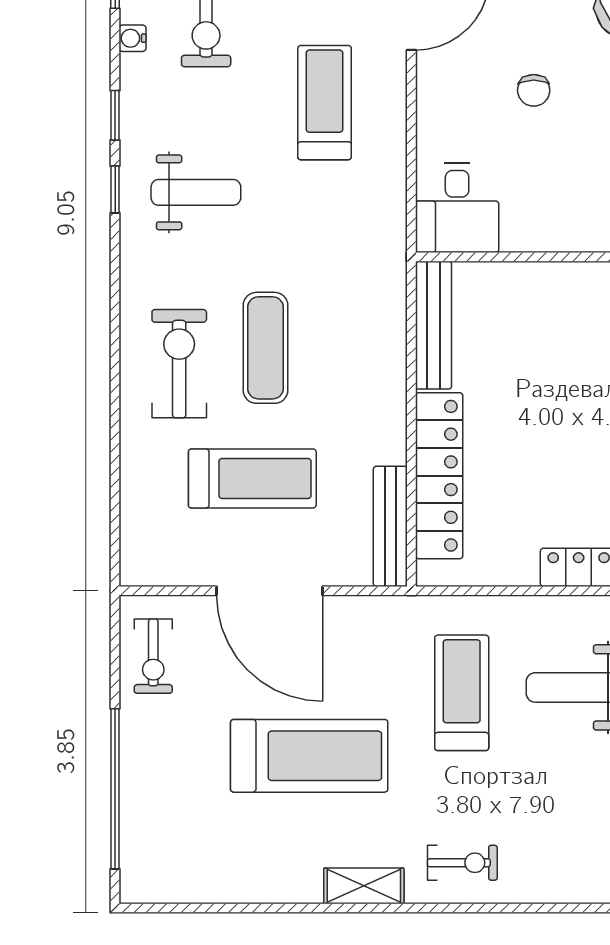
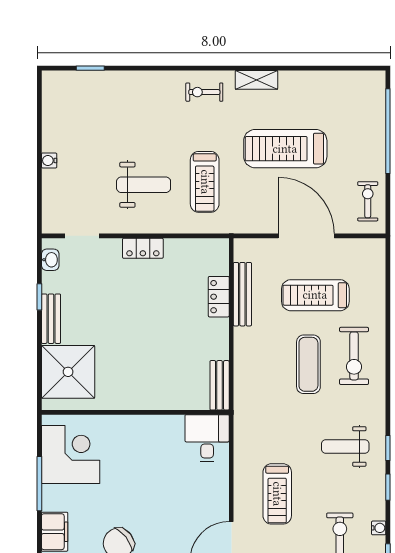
chair: (534, 90) -> (167, 500), removed
bench: (434, 325) -> (220, 385), width x0.73
locker: (439, 476) -> (219, 297), width x0.46, depth x0.83
bench: (390, 526) -> (242, 294), moved

